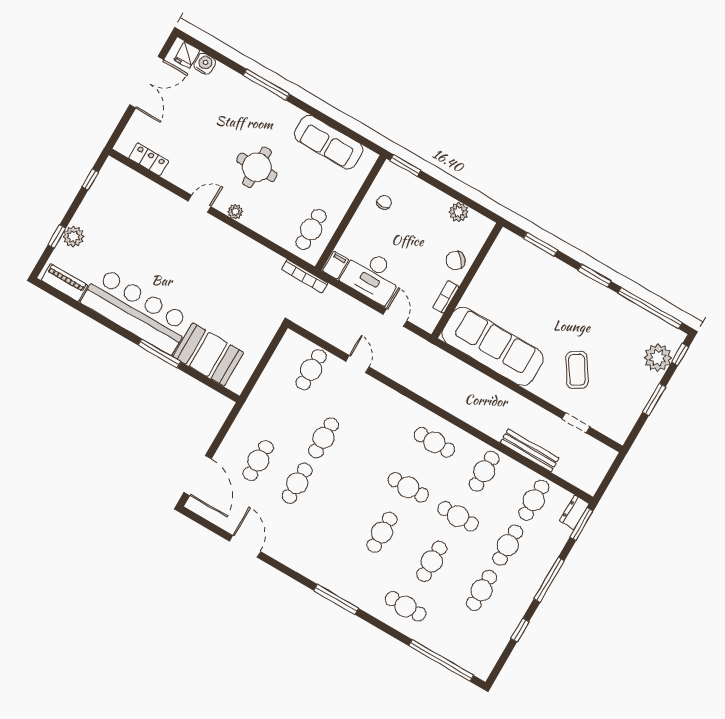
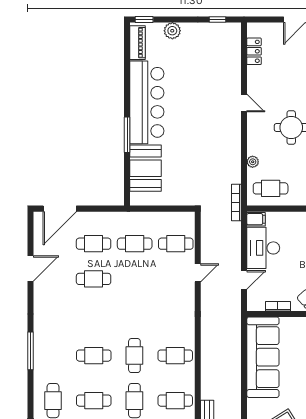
plant: (235, 212) -> (253, 162), moved
window: (57, 237) -> (144, 20), moved
cafe table: (324, 438) -> (135, 244), moved
cafe table: (434, 442) -> (175, 356), turned 90

